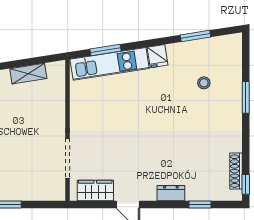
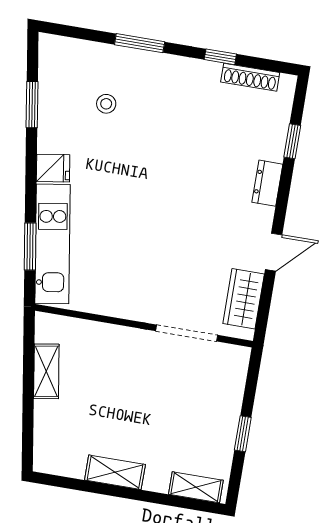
window: (246, 184) -> (220, 57), moved

